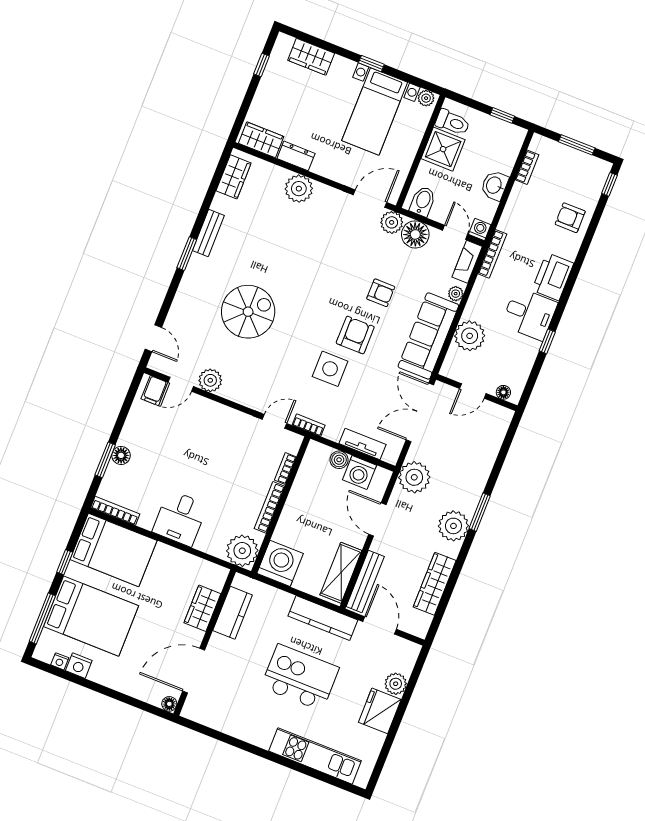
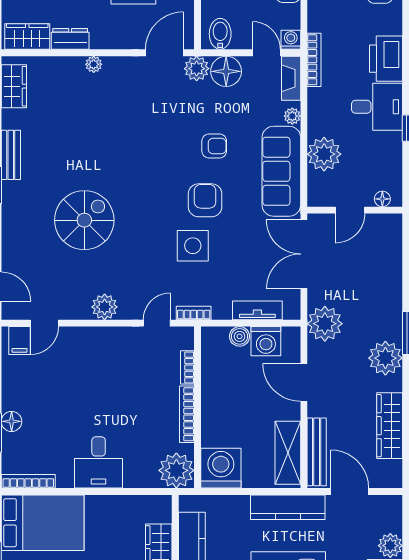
plant: (299, 189) -> (94, 64), width x0.53, depth x0.53
plant: (210, 380) -> (105, 307), moved

